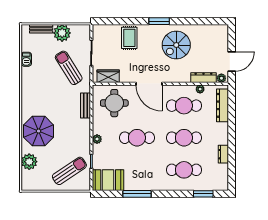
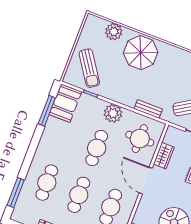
wardrobe: (108, 76) -> (164, 156), moved
door: (149, 84) -> (146, 180), hinge flipped
plant: (97, 139) -> (113, 113), width x1.87, depth x1.87
window: (137, 194) -> (47, 111), moved
window: (203, 194) -> (16, 193), width x1.44

